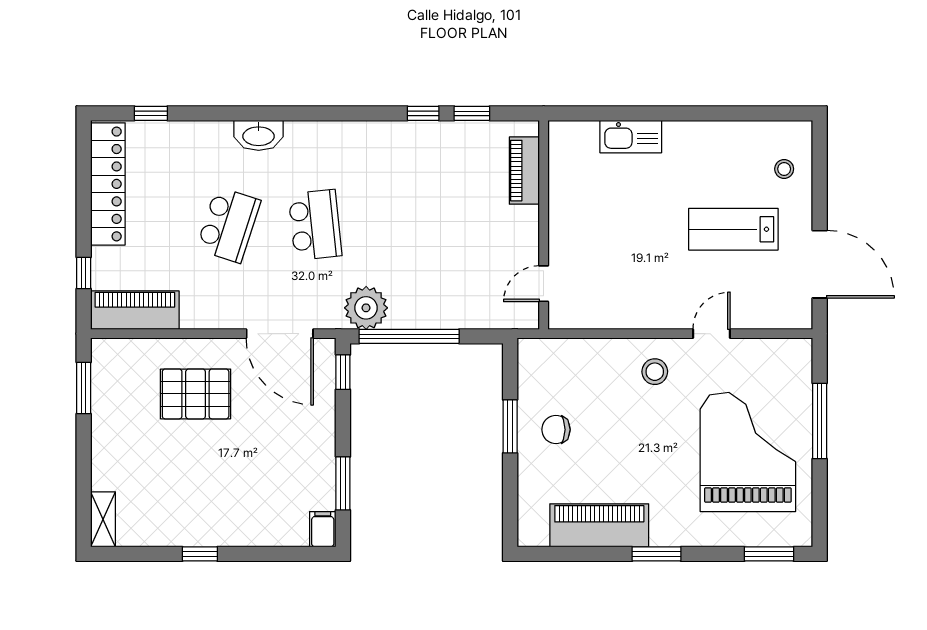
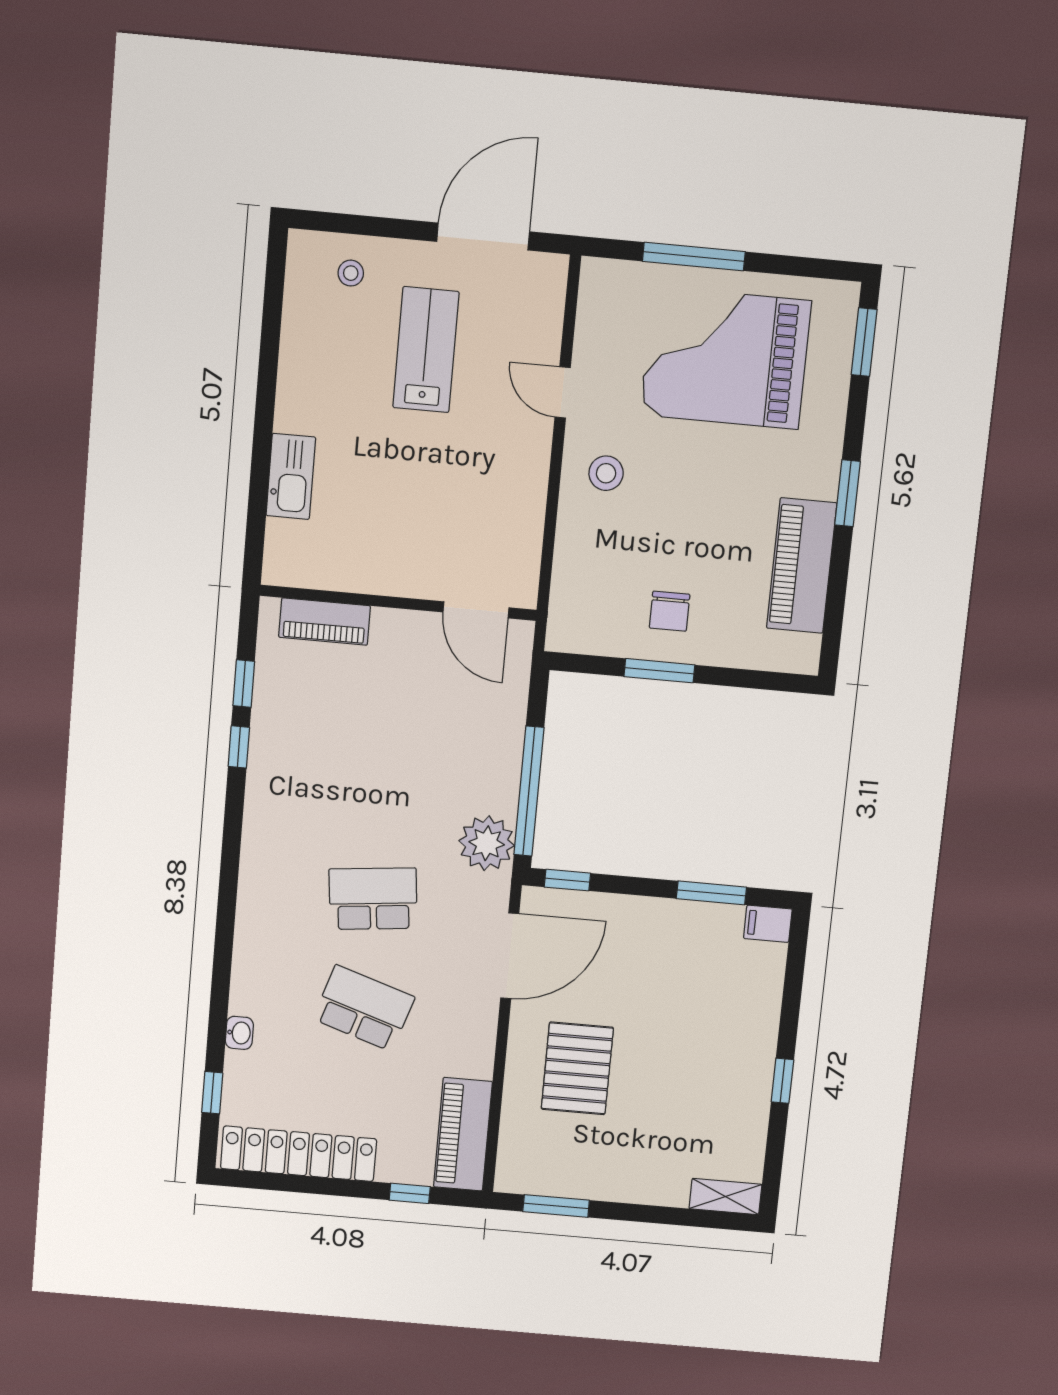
washbasin: (259, 135) -> (239, 1033), moved, width x0.52, depth x0.69
lab bench: (733, 229) -> (426, 350), turned 180
door: (544, 284) -> (476, 610), width x1.38

